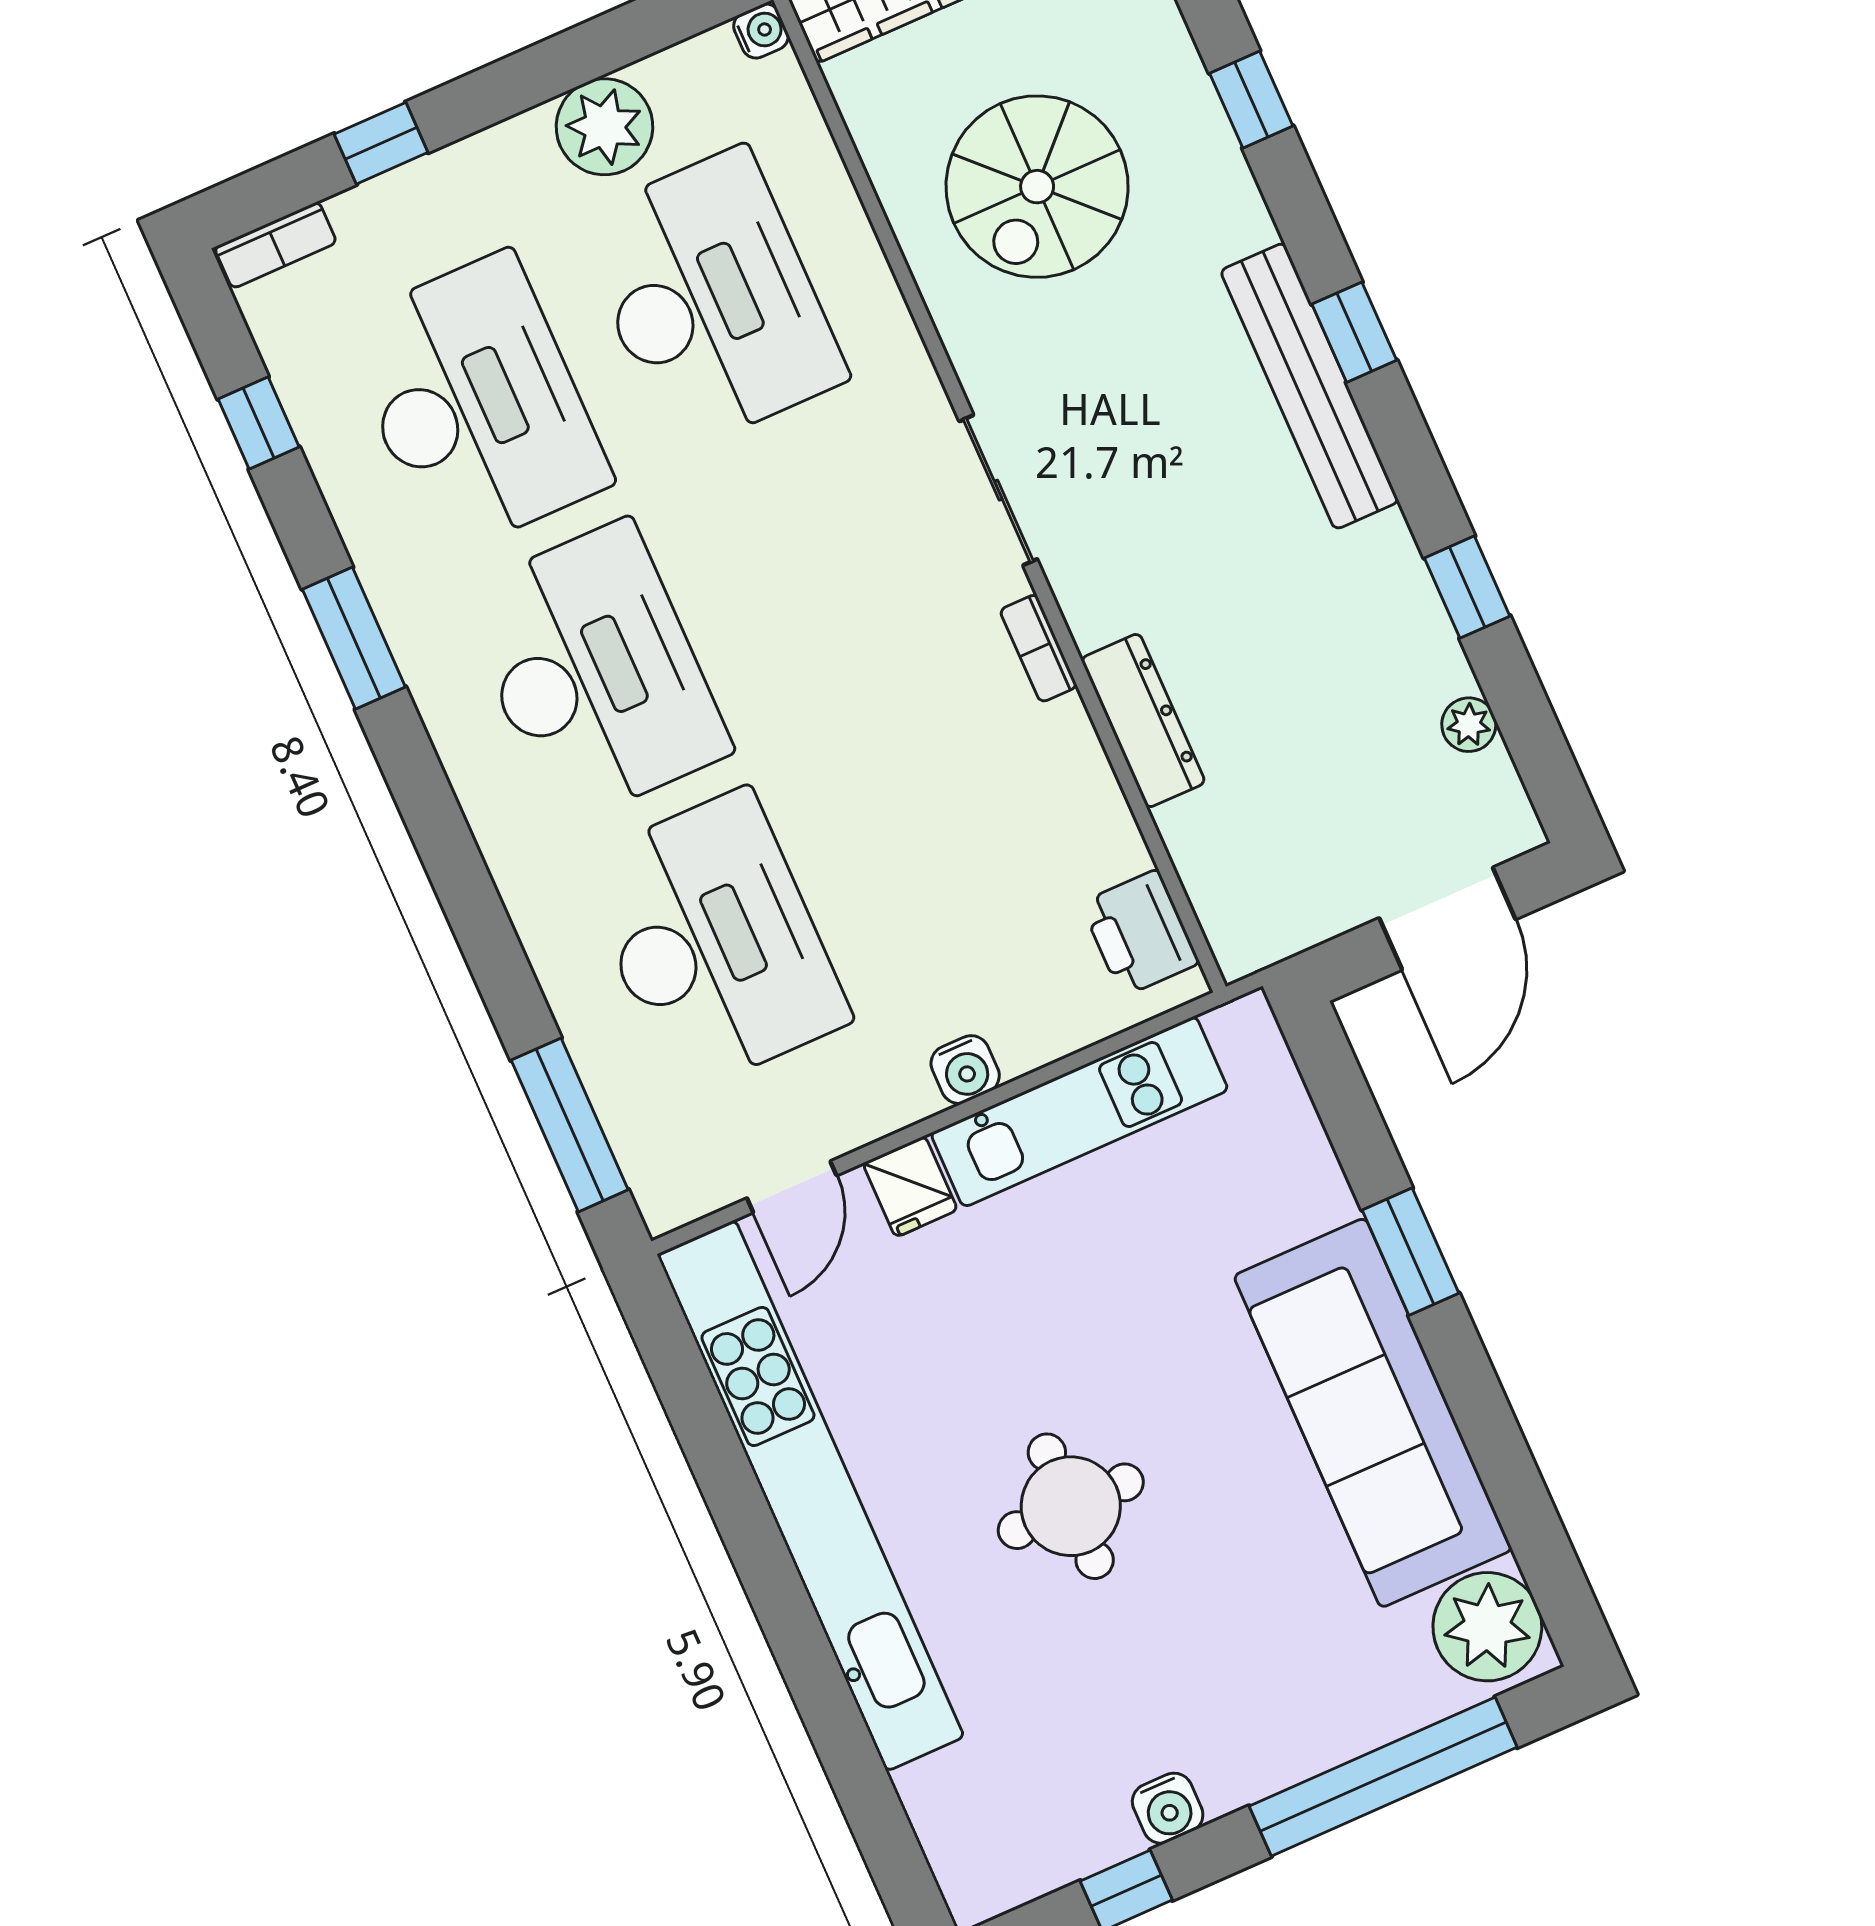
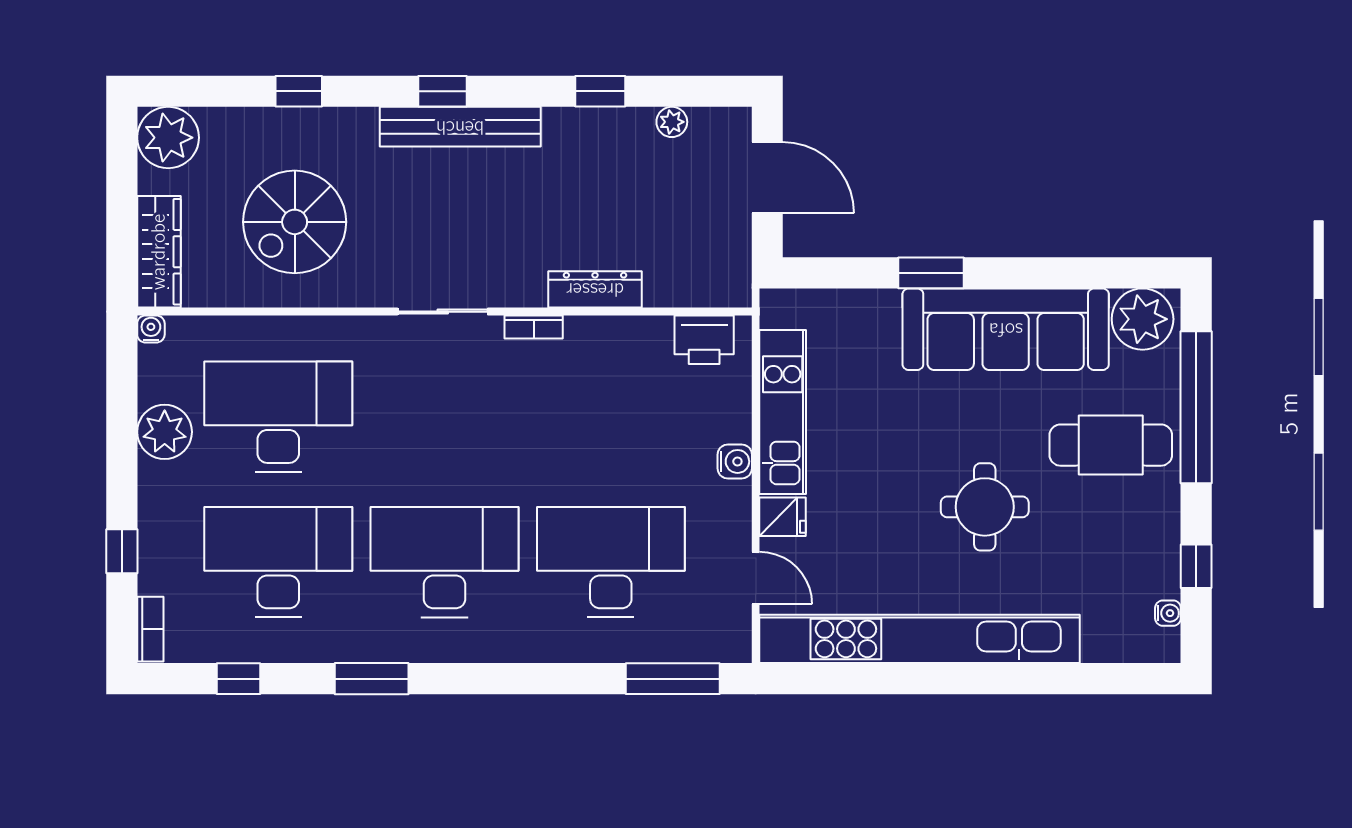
spiral stairs: (1037, 187) -> (295, 222), turned 90
cafe table: (1261, 1666) -> (1111, 445), added
water cooler: (1168, 1808) -> (1168, 613), moved, width x0.72, depth x0.72

